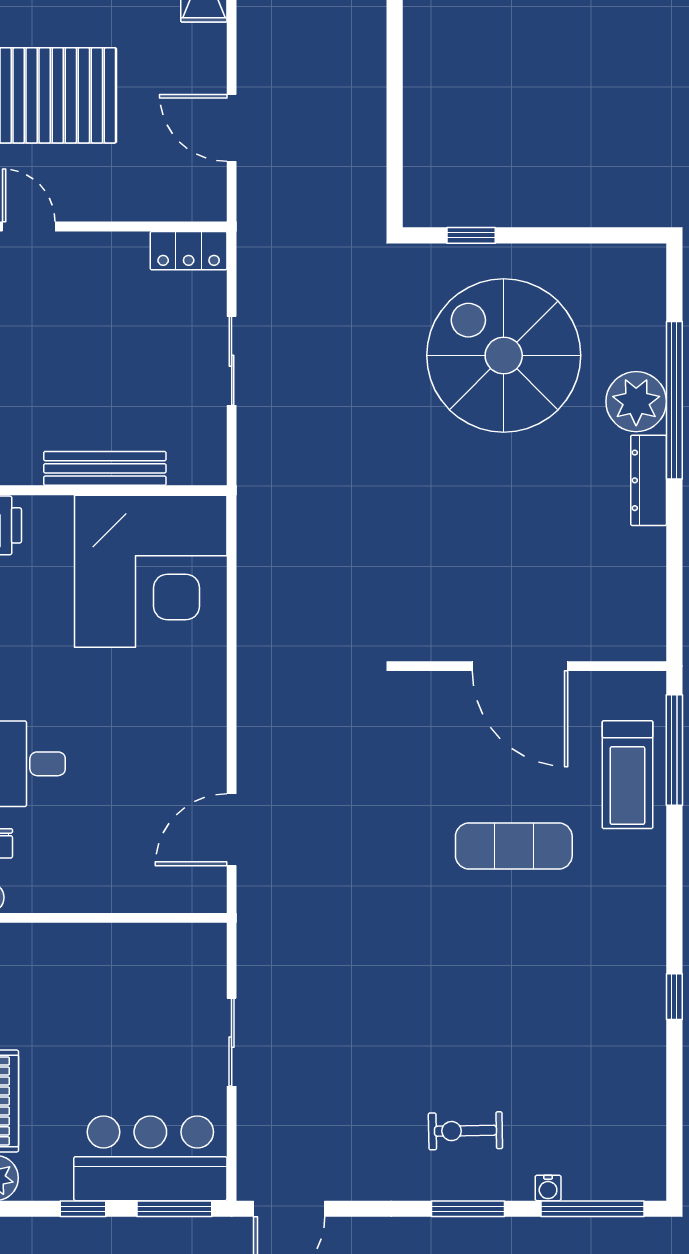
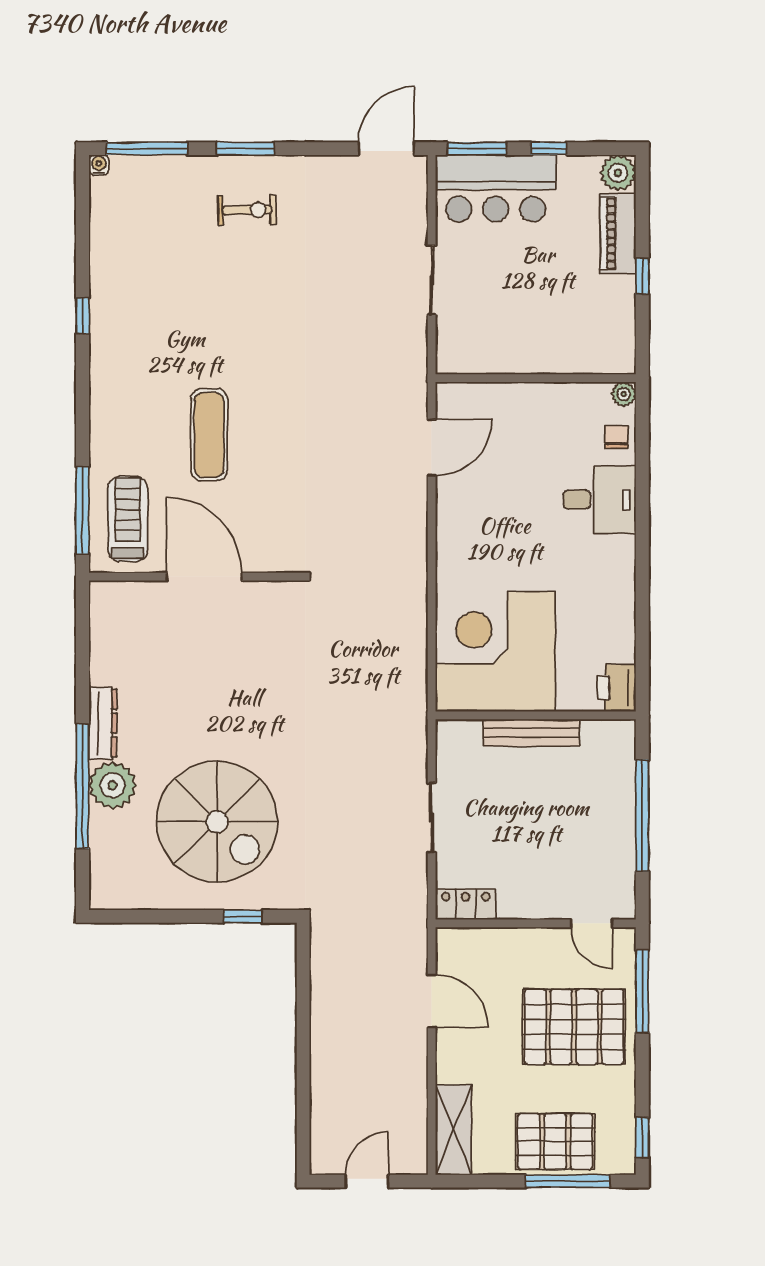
treadmill: (627, 775) -> (128, 519), moved
exercise mat: (514, 846) -> (209, 435), turned 90
water cooler: (548, 1188) -> (99, 165), moved

